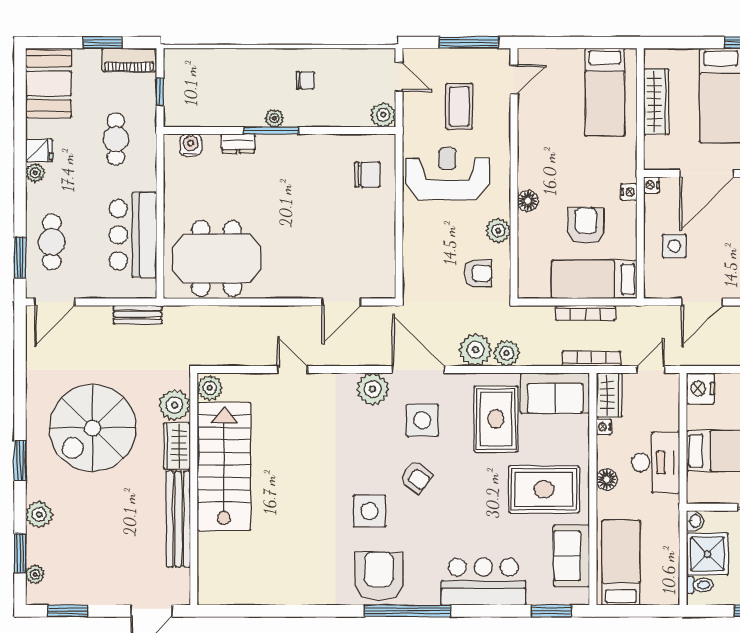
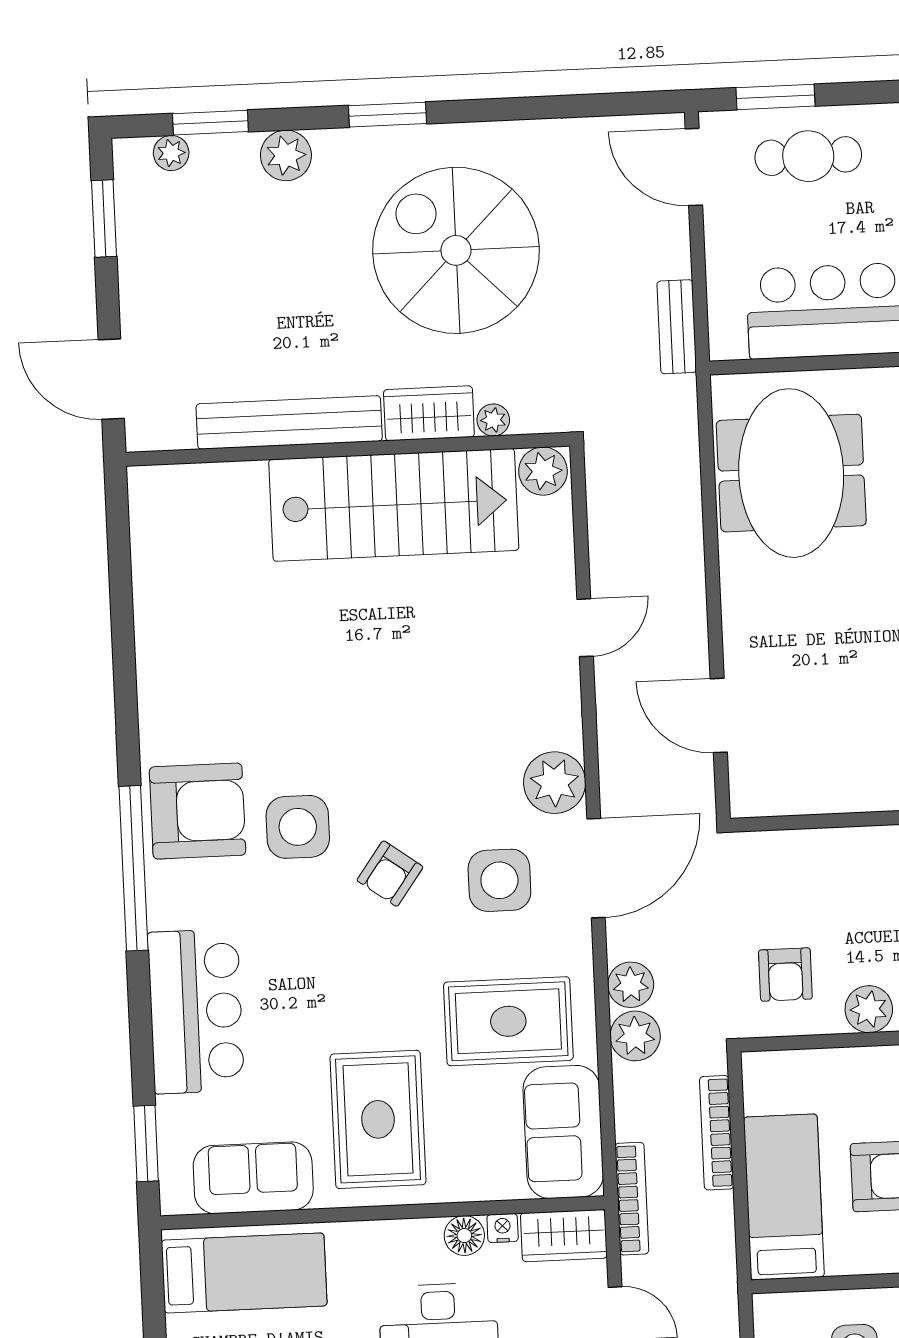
bookcase: (586, 313) -> (717, 1133), moved
plant: (475, 350) -> (631, 985), width x0.73, depth x0.73
plant: (175, 405) -> (493, 420), width x0.53, depth x0.53
floor lamp: (607, 479) -> (464, 1236), moved
side table: (370, 511) -> (298, 827), moved

